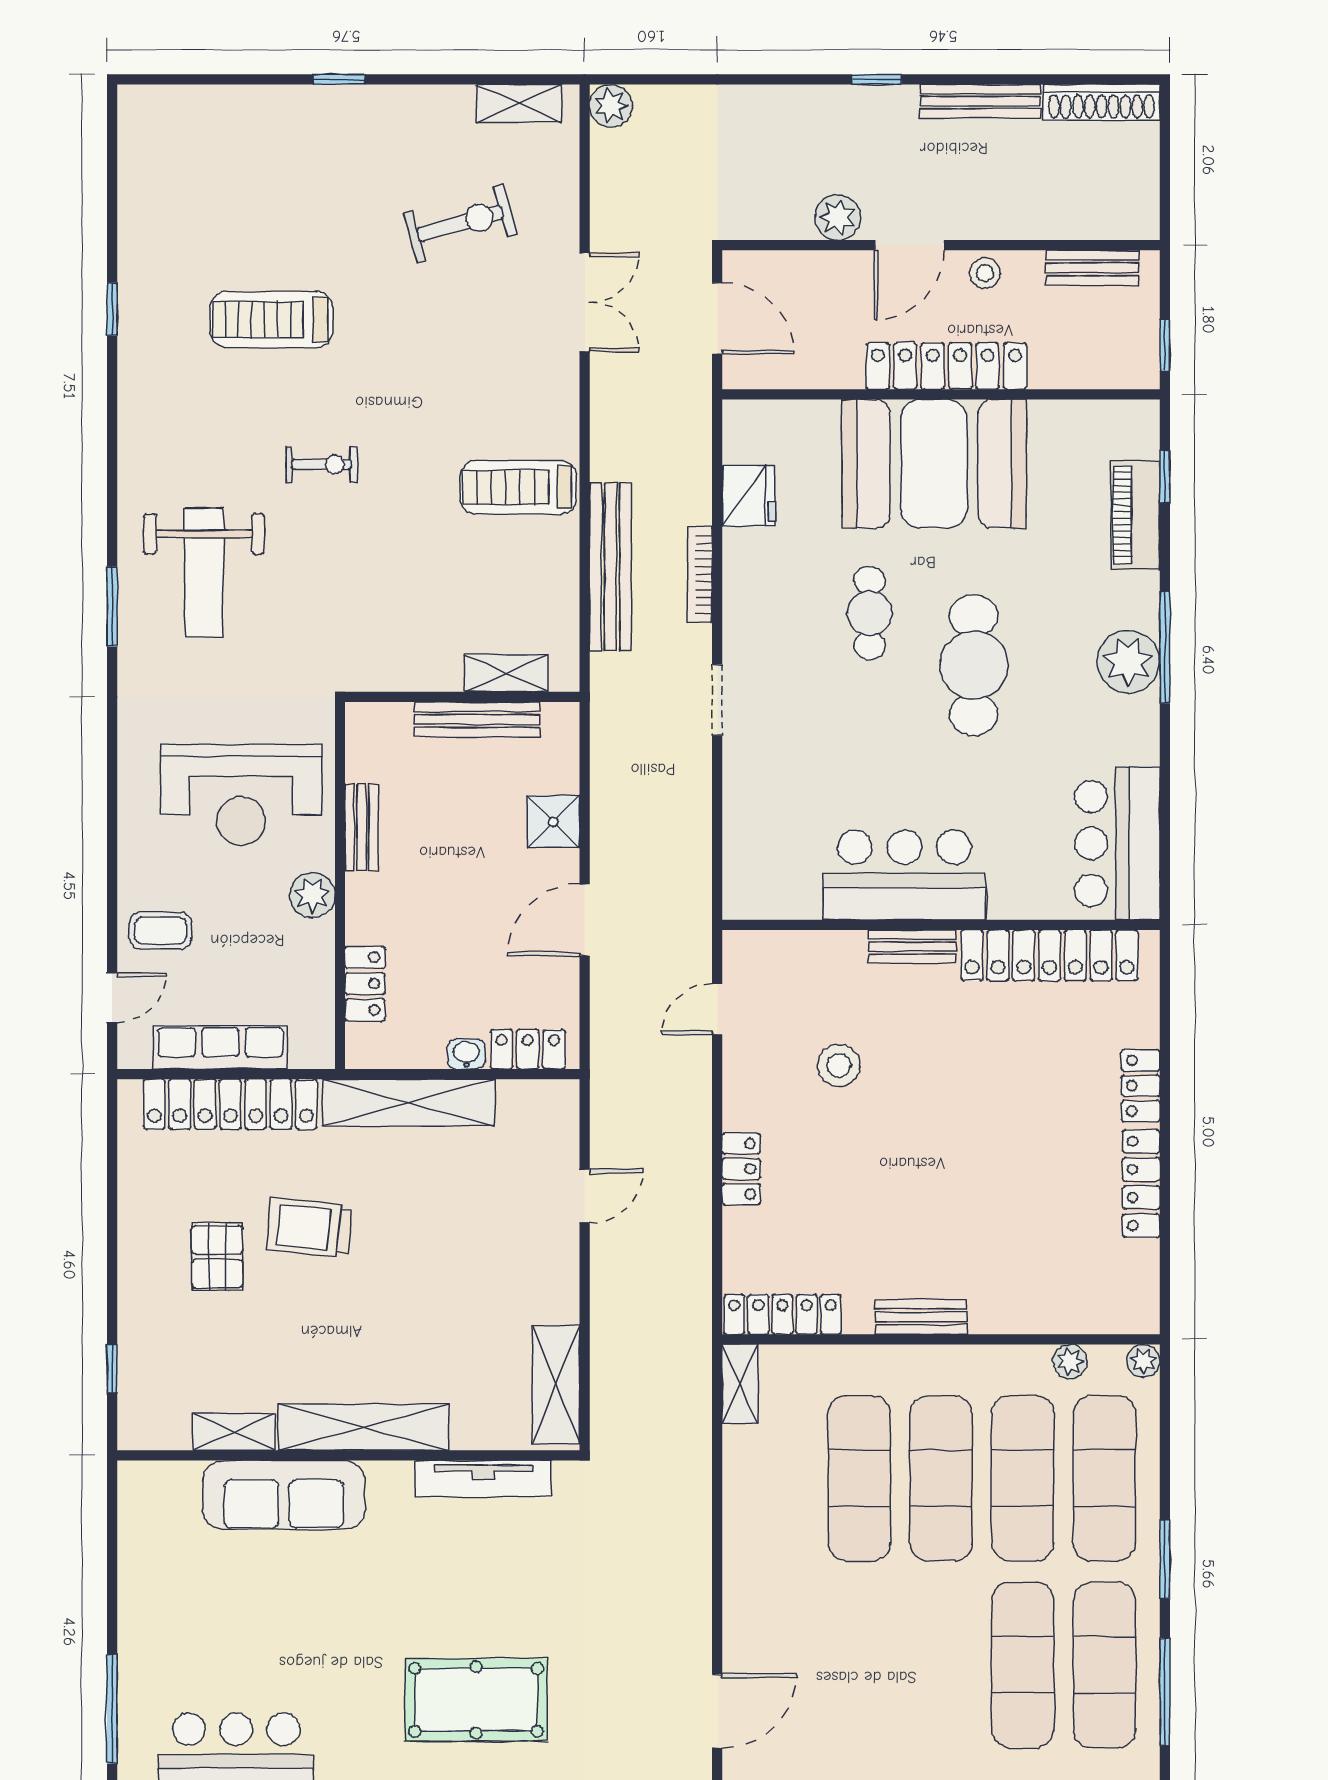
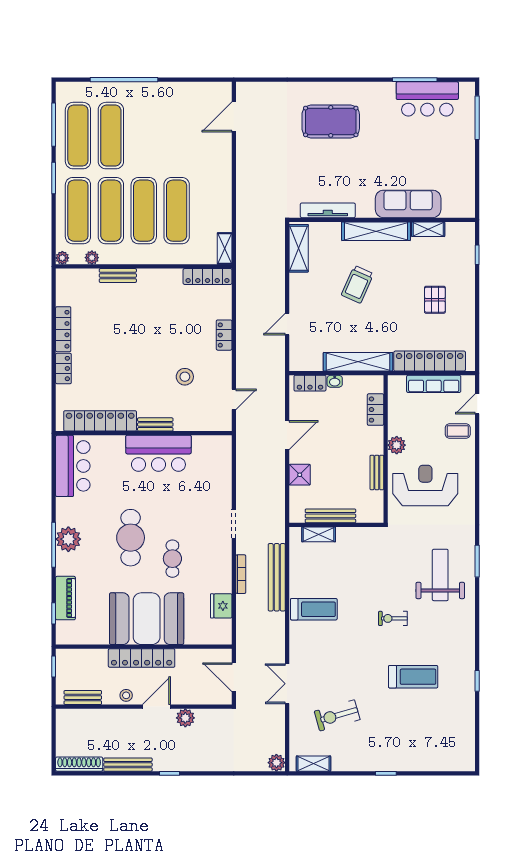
trolley: (309, 1228) -> (357, 284), moved, turned 108
bench: (921, 1317) -> (118, 275), moved

